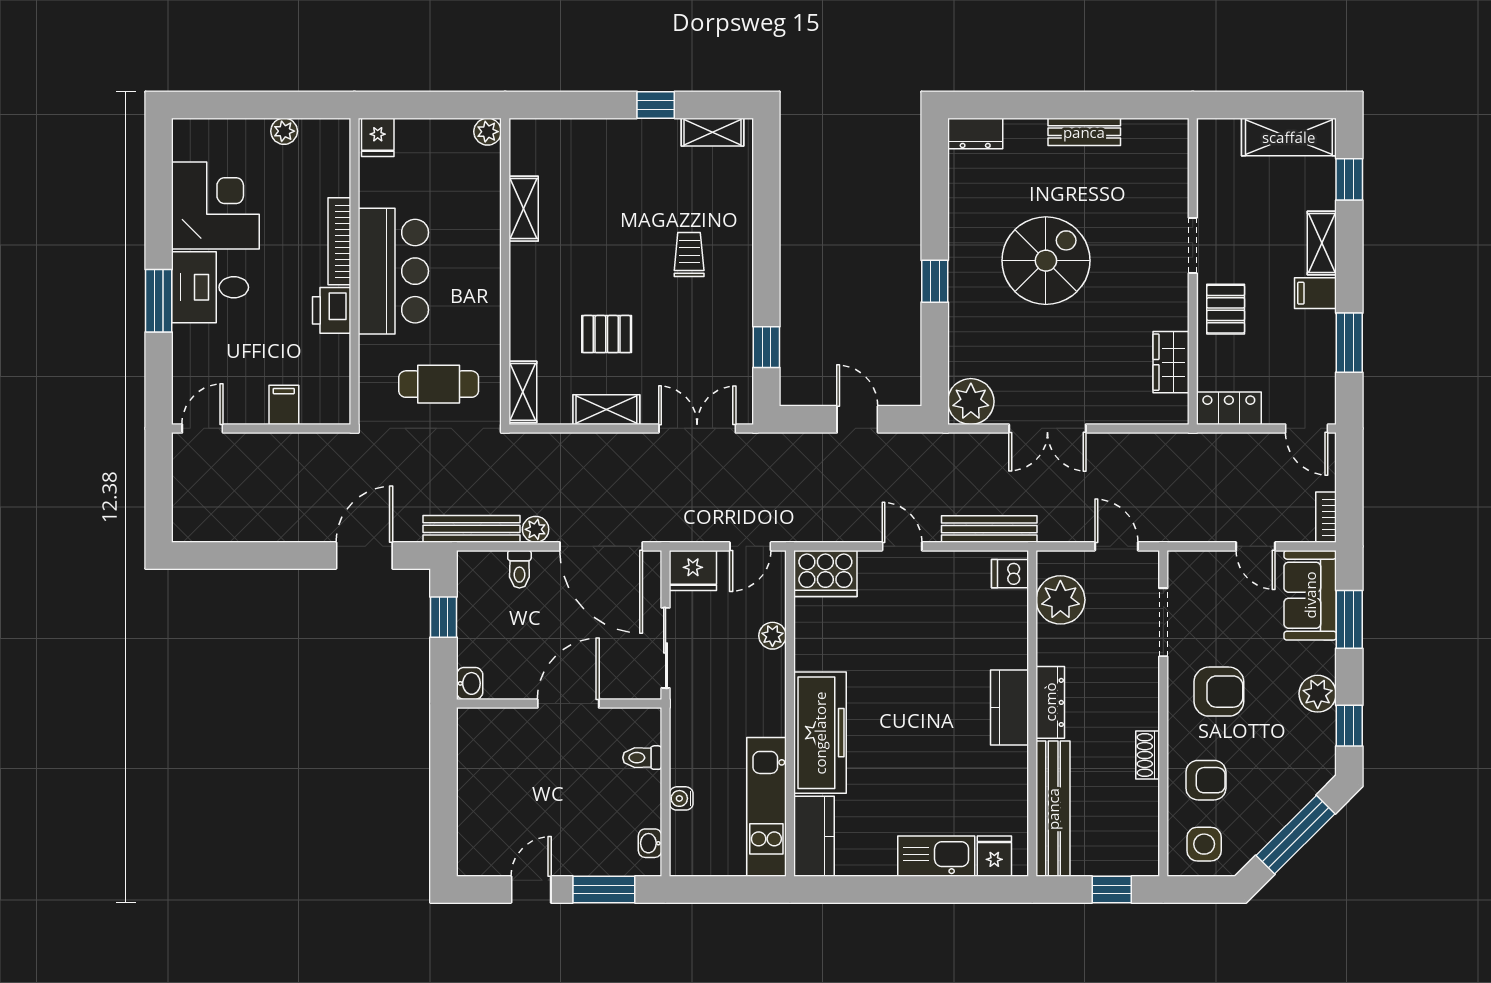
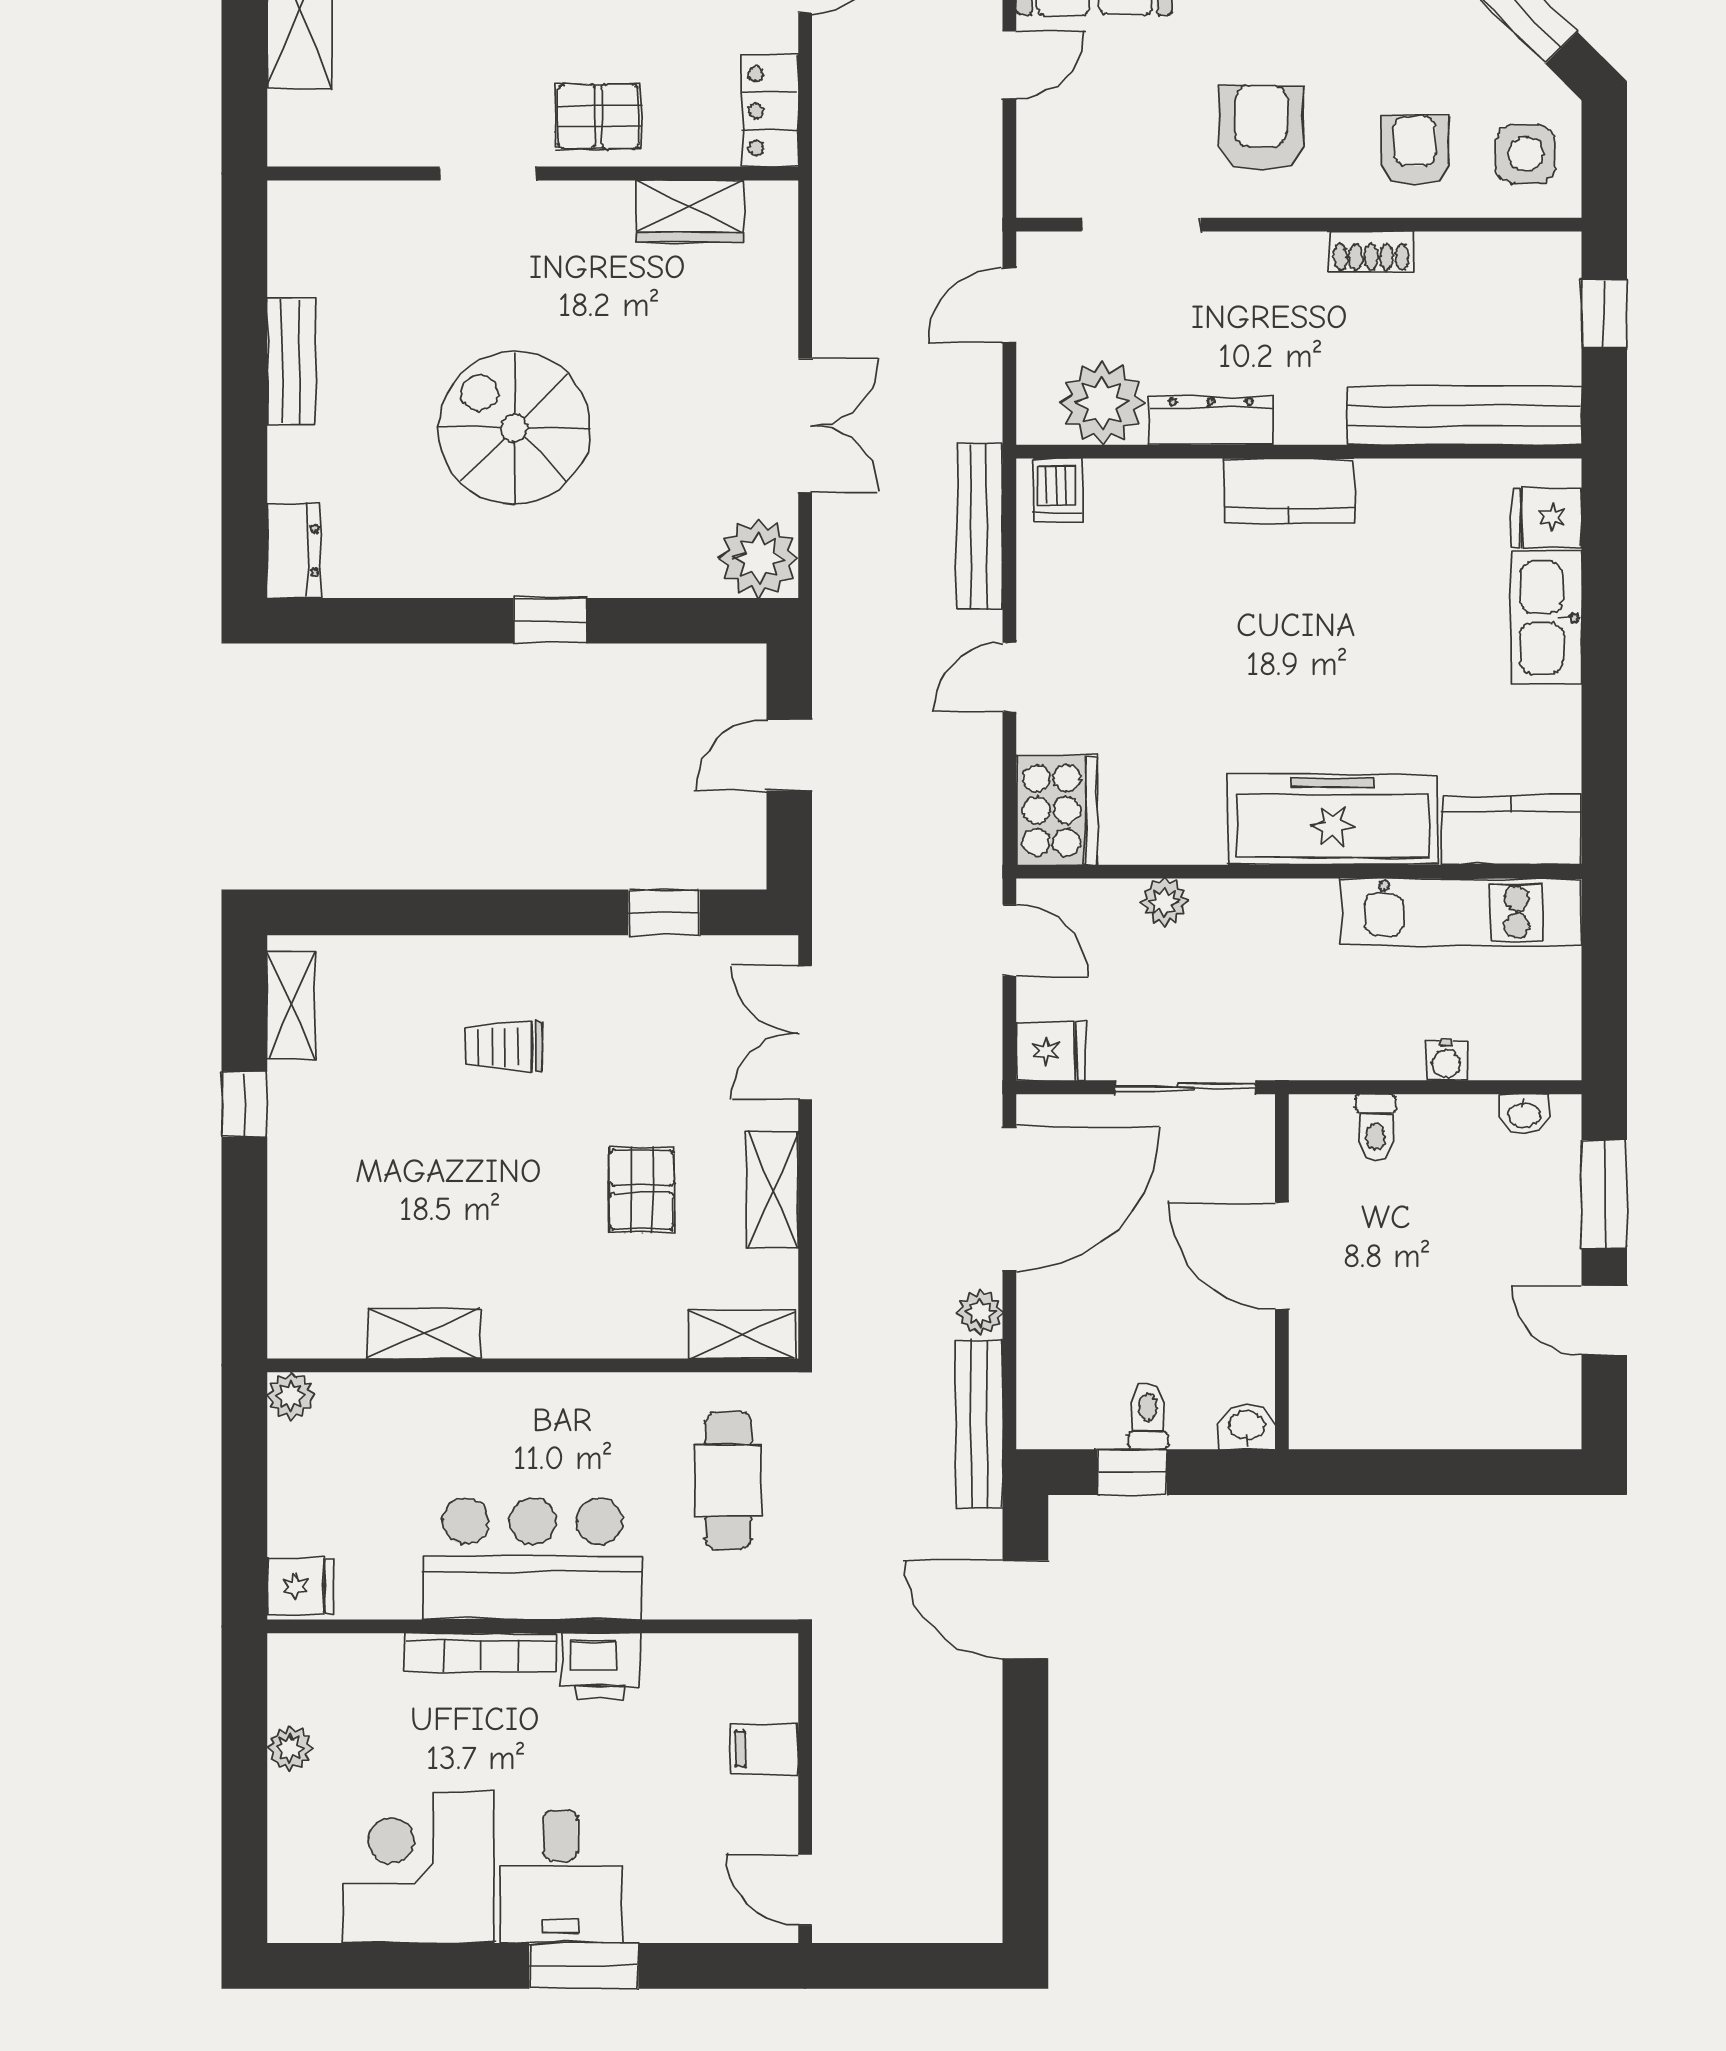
toilet: (519, 569) -> (1148, 1416), moved, turned -90
fridge: (693, 570) -> (1051, 1051), width x0.72
dresser: (1050, 702) -> (1211, 420), moved

